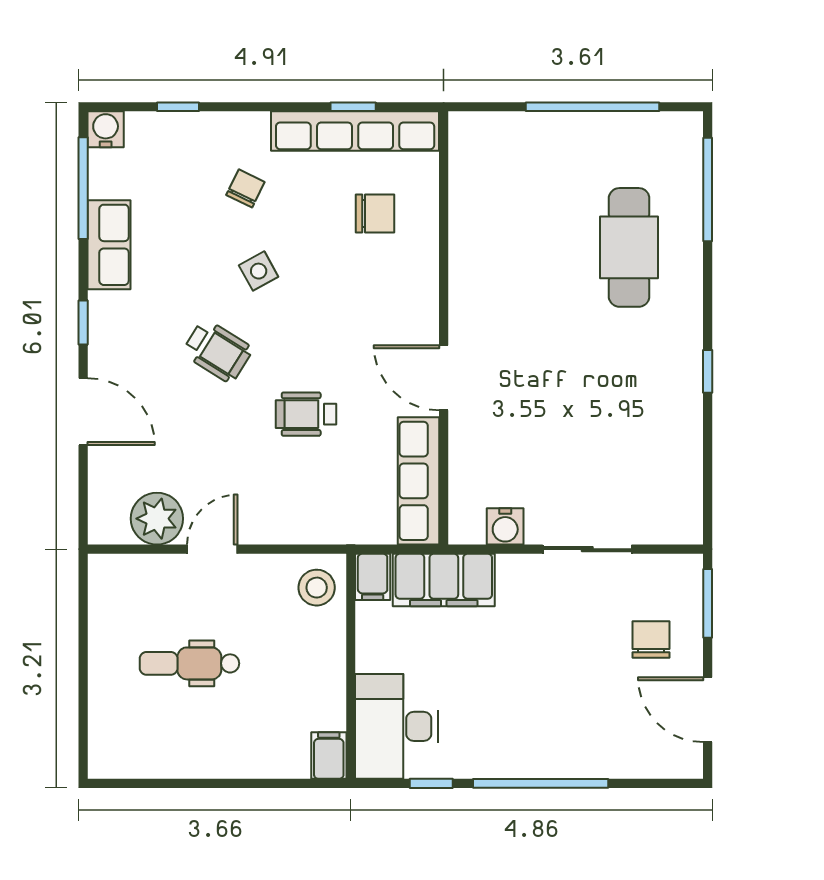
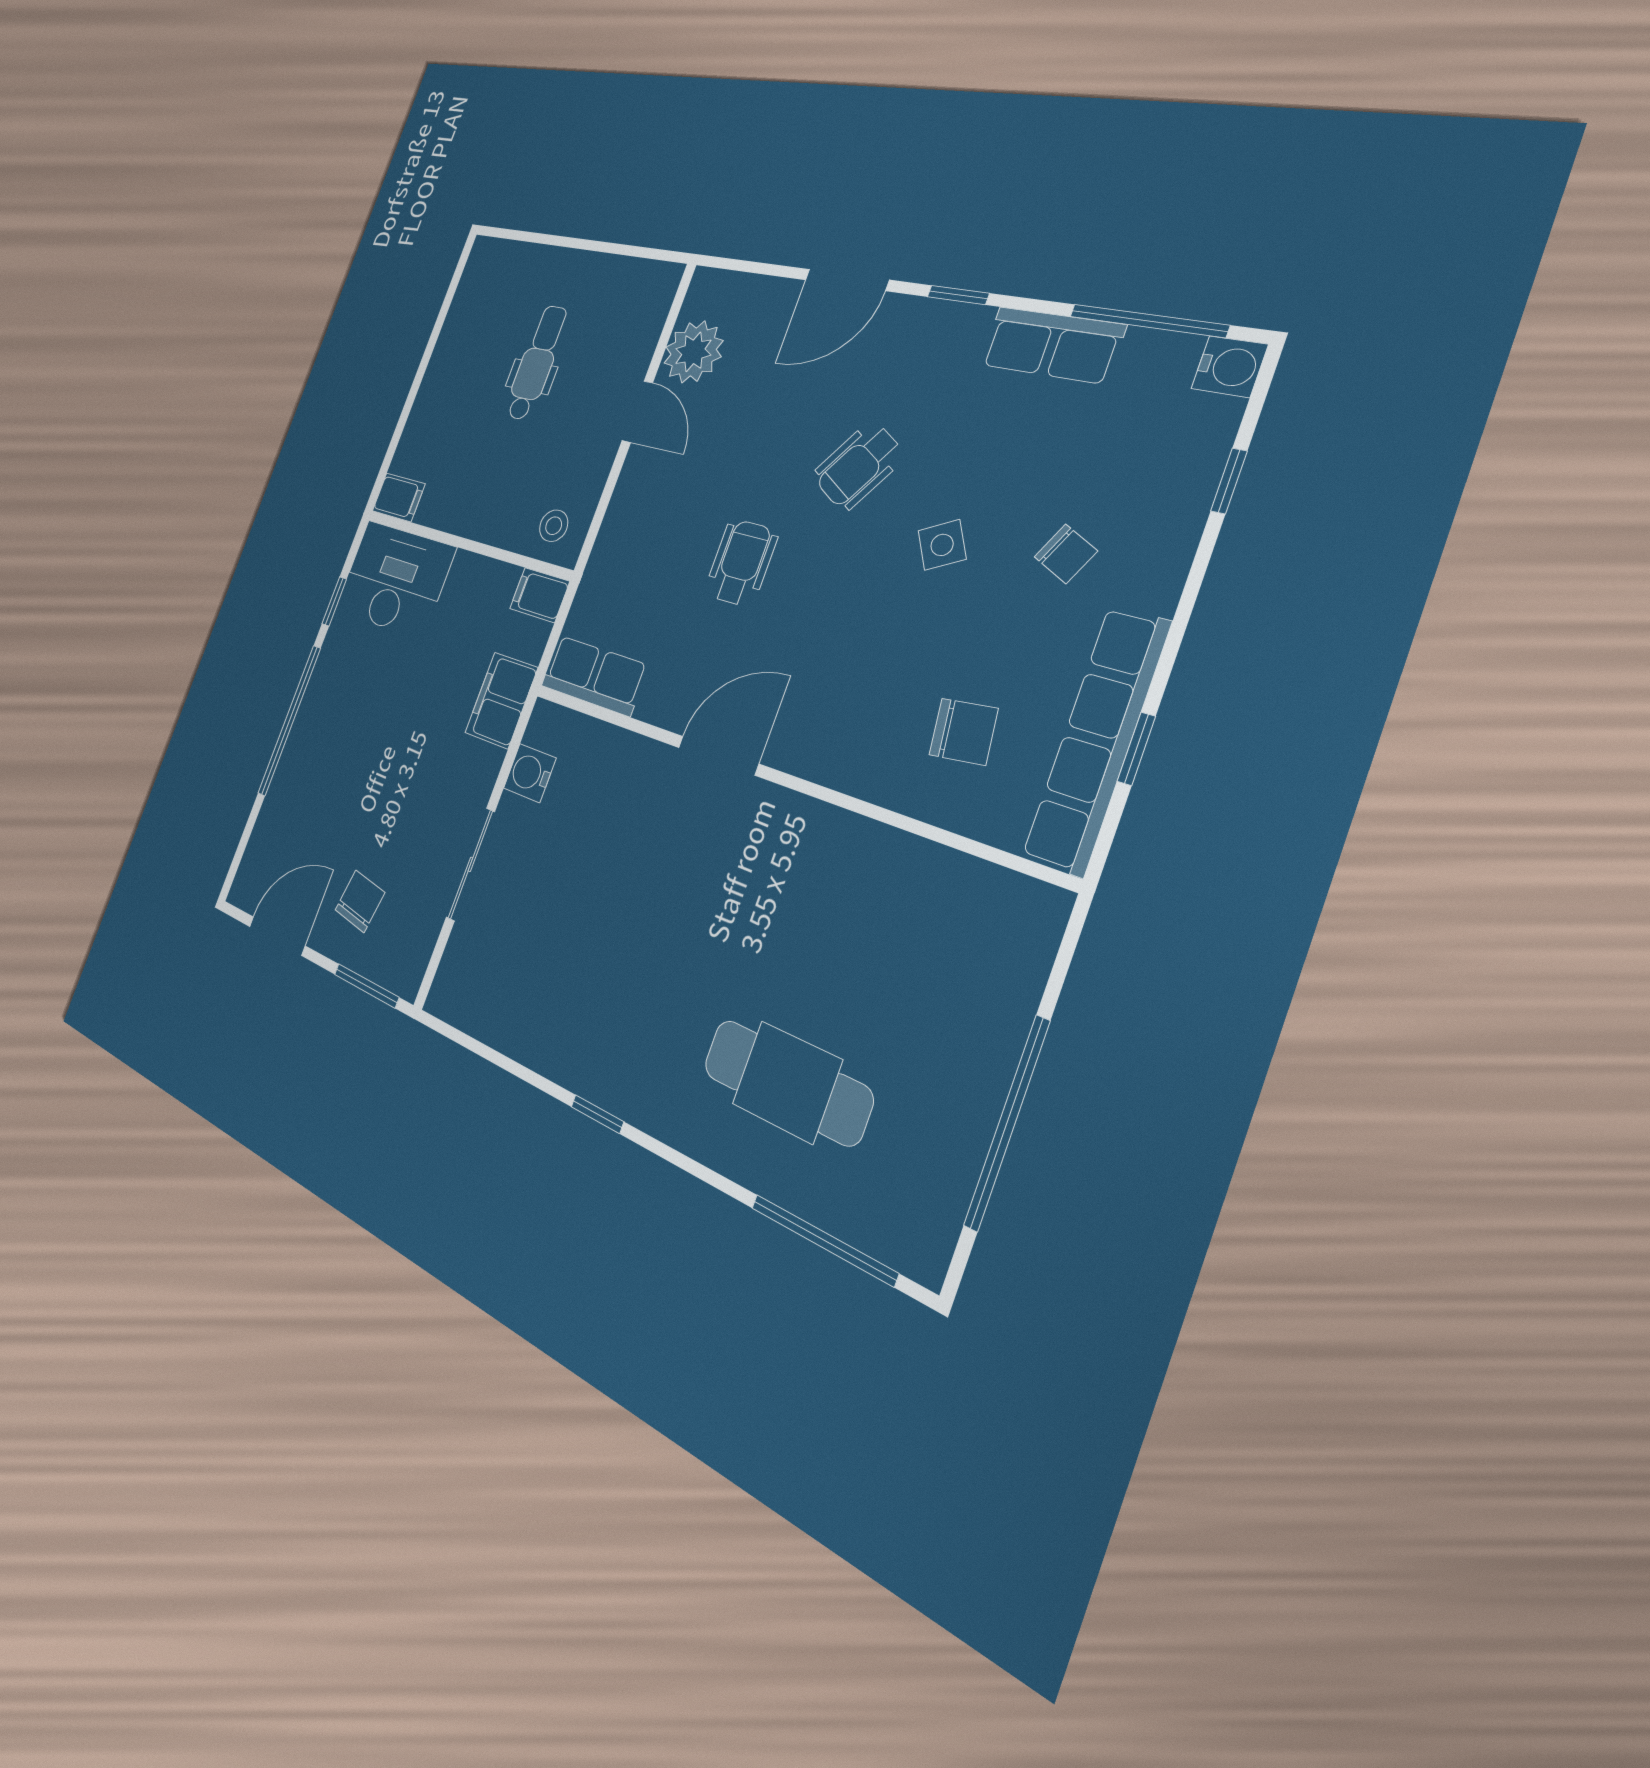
chair: (375, 213) -> (964, 732), turned -97
row of seats: (419, 481) -> (594, 675), width x0.68
filing cabinet: (444, 580) -> (501, 700), width x0.67, depth x0.86
stool: (317, 588) -> (554, 526), width x0.73, depth x0.73
chair: (651, 640) -> (360, 901), turned -81

